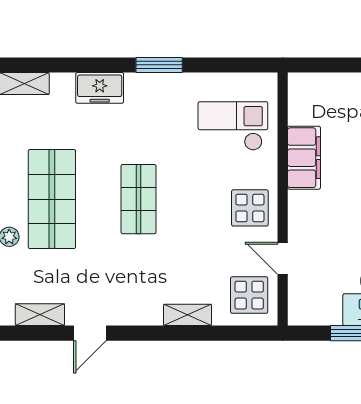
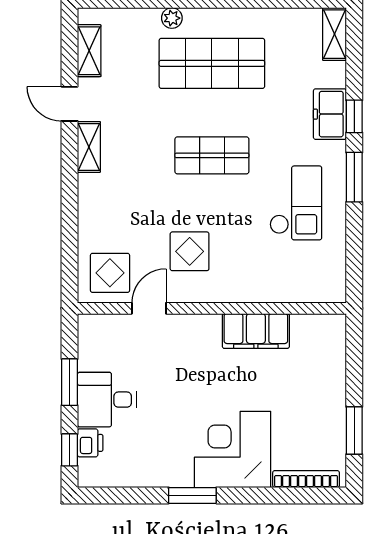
window: (102, 65) -> (354, 116), added
checkout: (233, 126) -> (296, 203), moved
display table: (250, 208) -> (190, 251), moved
shelving: (187, 315) -> (89, 147), moved

